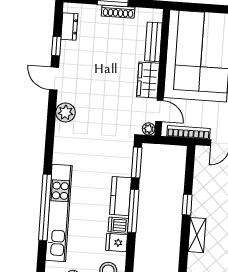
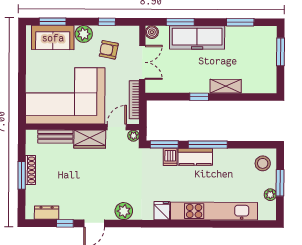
window: (45, 207) -> (210, 224), removed
dishwasher: (118, 225) -> (170, 157), moved
fridge: (117, 243) -> (162, 211), moved, turned 180

